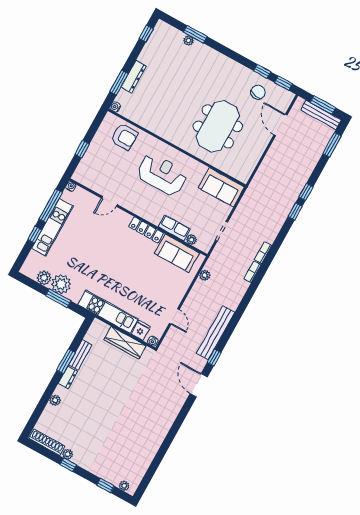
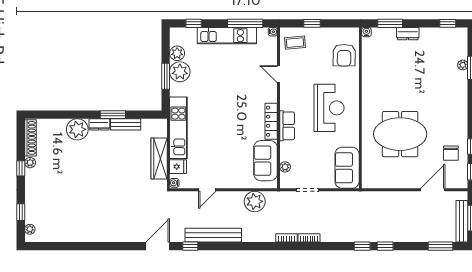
dresser: (134, 77) -> (408, 34), width x0.70
chair: (258, 92) -> (451, 153), turned 80
coffee table: (91, 173) -> (295, 43), added
row of seats: (174, 228) -> (287, 126), moved
window: (35, 235) -> (194, 23), moved
plant: (205, 275) -> (255, 201), width x1.88, depth x1.88
plant: (55, 400) -> (77, 129), width x1.88, depth x1.88

